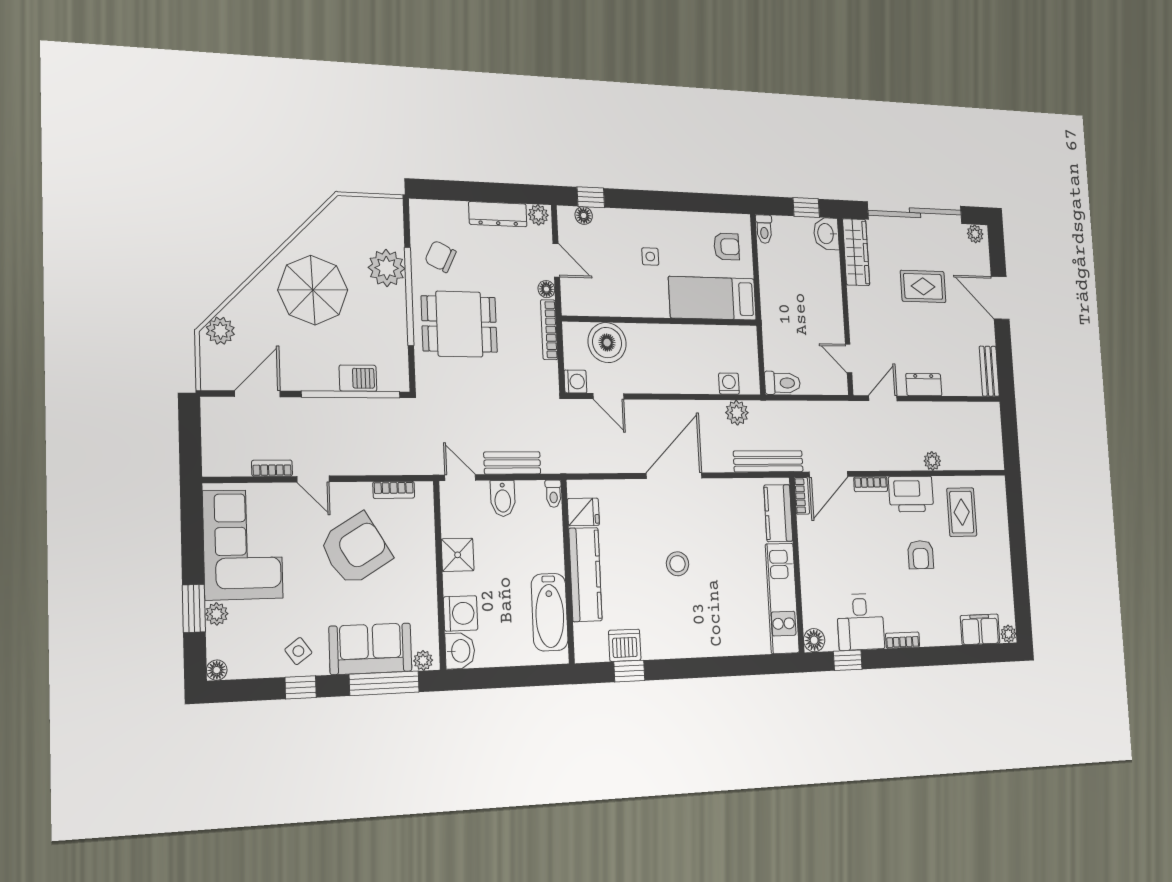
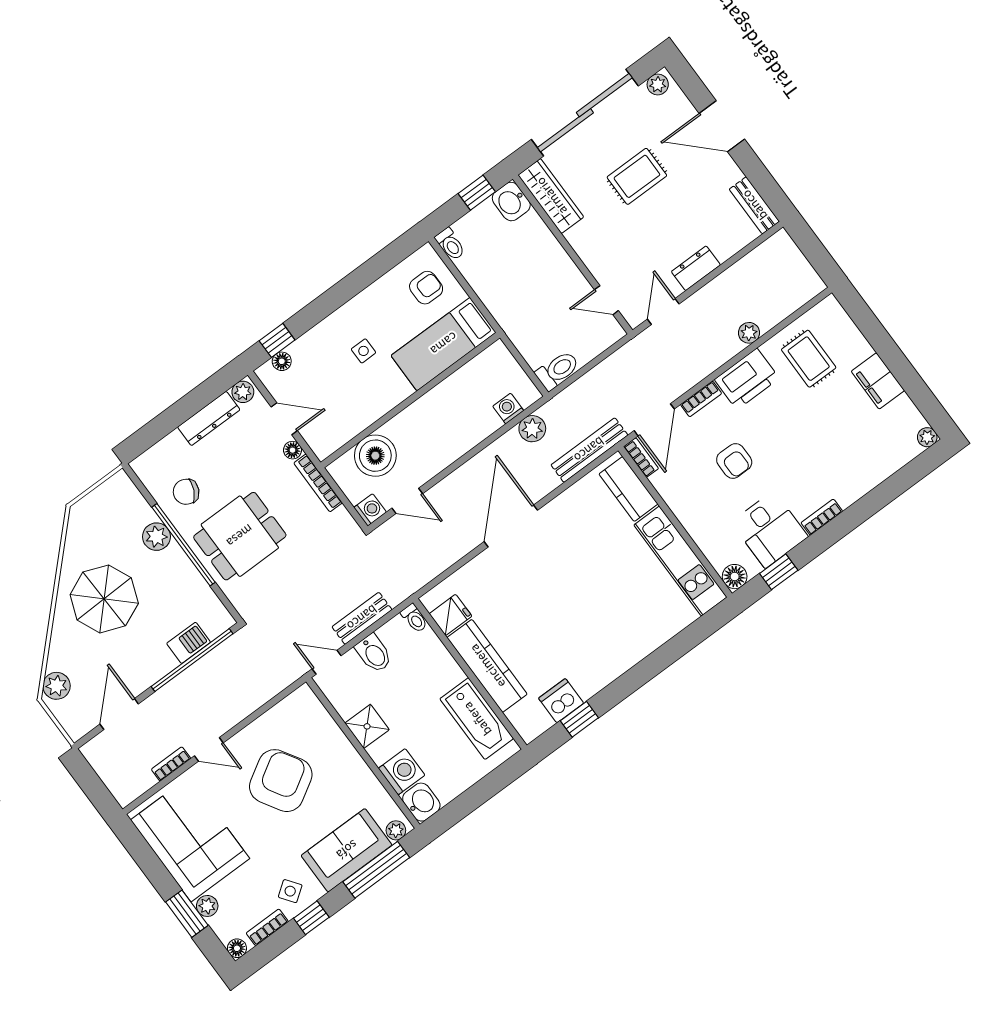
plant: (387, 268) -> (156, 537), width x0.73, depth x0.73
bookcase: (394, 490) -> (267, 927), moved, turned 180
armchair: (921, 555) -> (734, 461), moved
stool: (678, 564) -> (563, 599), removed
filing cabinet: (980, 629) -> (878, 381), moved, turned -90

